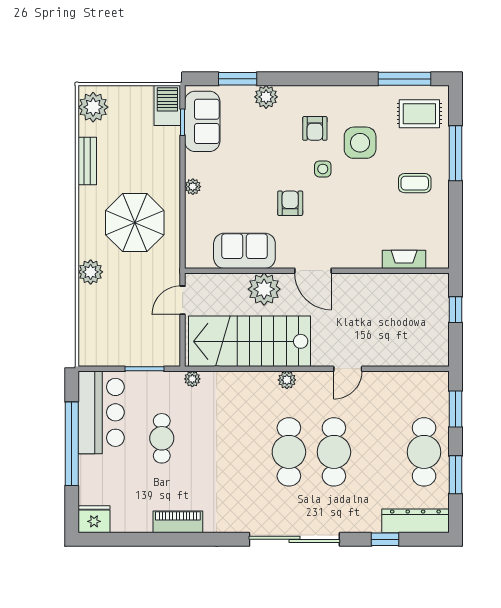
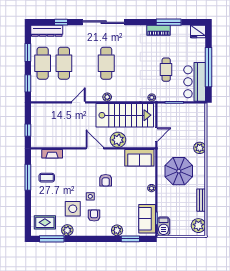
plant: (372, 97) -> (67, 230), added
window: (455, 153) -> (28, 177), moved
coffee table: (415, 183) -> (47, 178), moved
sofa: (244, 251) -> (139, 158), moved
cafe table: (334, 452) -> (64, 63), moved
window: (156, 539) -> (169, 22), added

